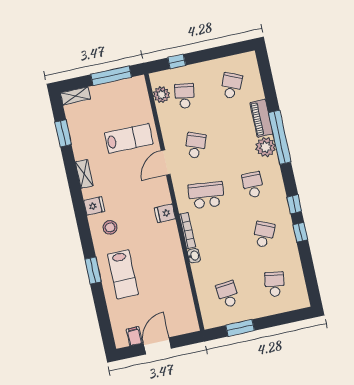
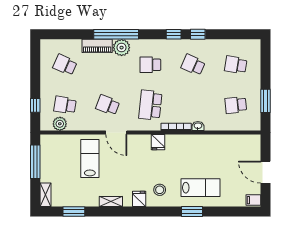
filing cabinet: (134, 336) -> (253, 200), moved

